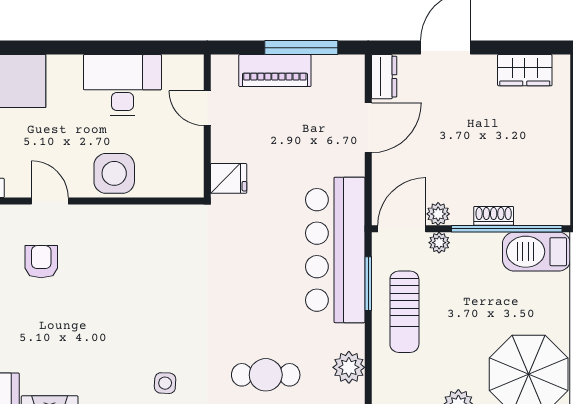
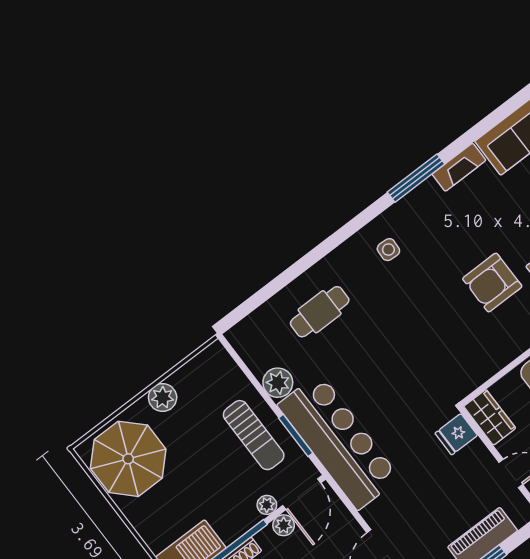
wardrobe: (188, 171) -> (490, 417), added
armchair: (97, 286) -> (492, 283), added
sun lounger: (404, 312) -> (254, 435), turned 180
plant: (349, 367) -> (278, 383), moved

